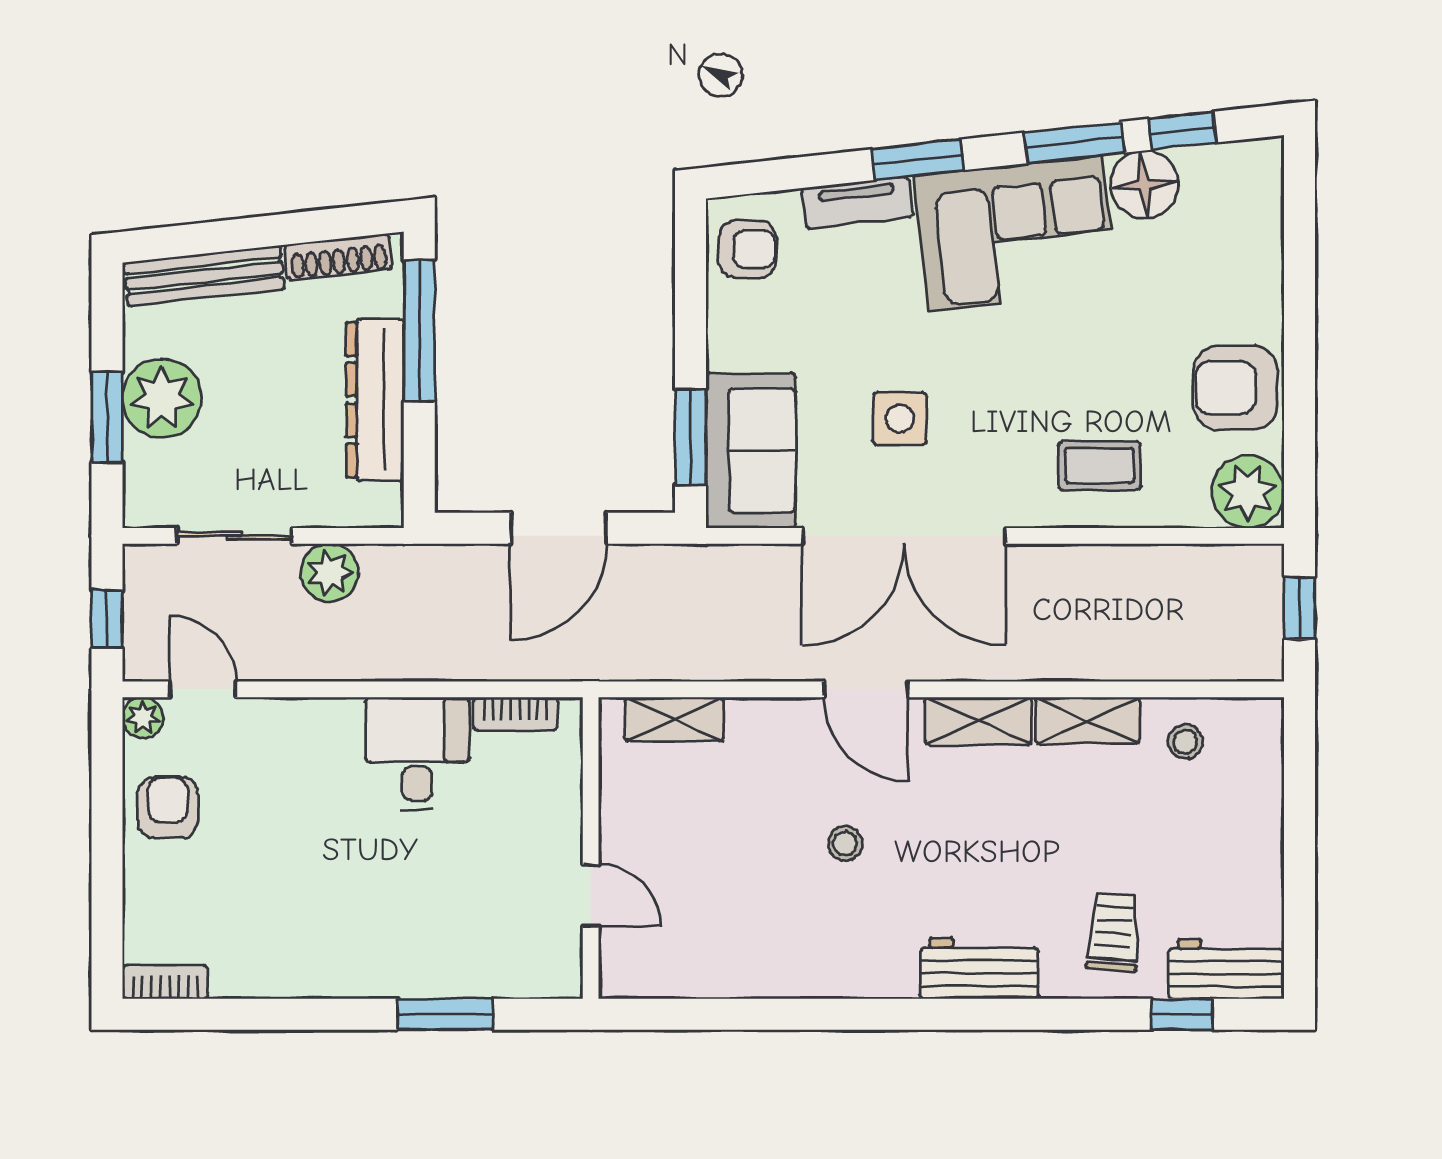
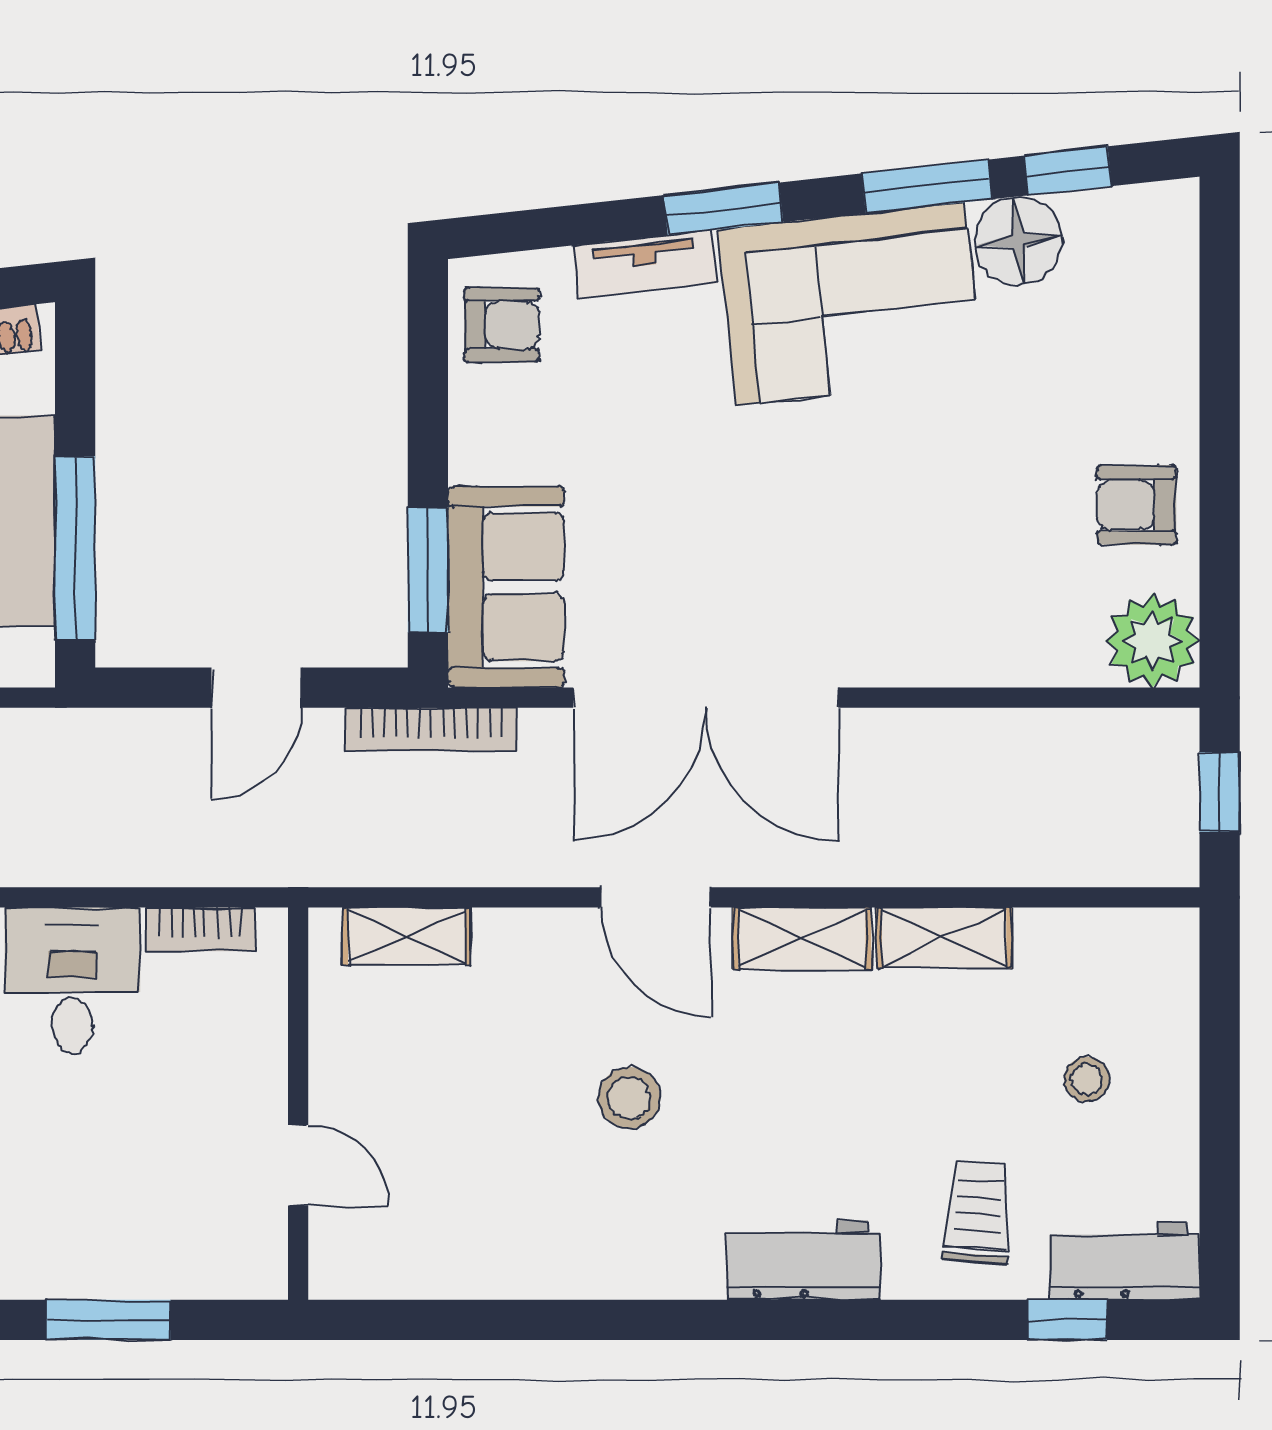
window: (419, 331) -> (75, 548), moved
armchair: (1236, 388) -> (1137, 505), width x0.72, depth x0.72
side table: (900, 419) -> (700, 545), removed
coffee table: (1100, 466) -> (960, 606), removed
door: (559, 528) -> (257, 688), width x0.73
bookcase: (693, 560) -> (431, 729), added
stool: (1185, 742) -> (1087, 1079), moved
stool: (845, 844) -> (629, 1098), width x1.37, depth x1.37

